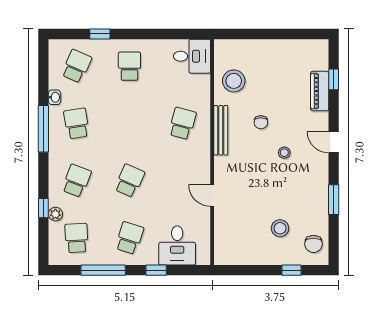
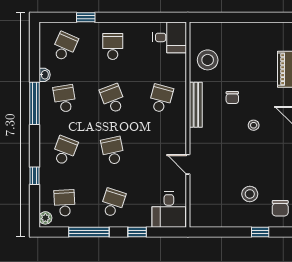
school desk: (129, 123) -> (113, 99), added
school desk: (129, 181) -> (113, 151), turned -36
plant: (55, 214) -> (45, 218), moved
desk: (177, 245) -> (169, 210), moved

